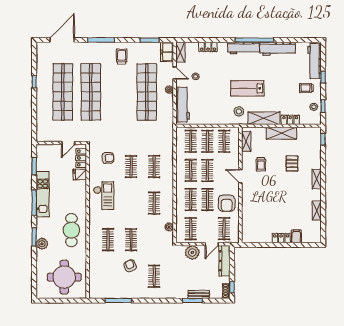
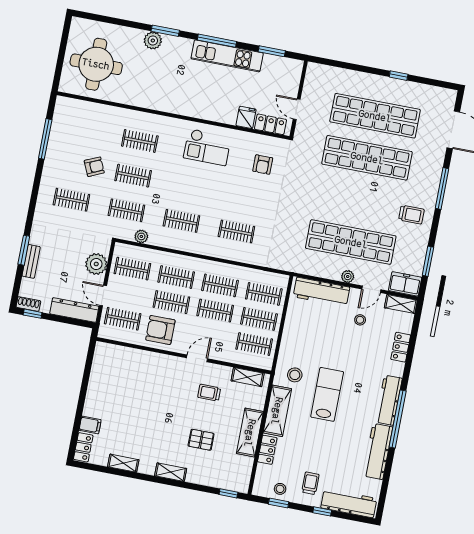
clothes rail: (131, 167) -> (126, 210), moved
cafe table: (71, 230) -> (165, 89), removed
locker: (281, 238) -> (83, 447), moved

